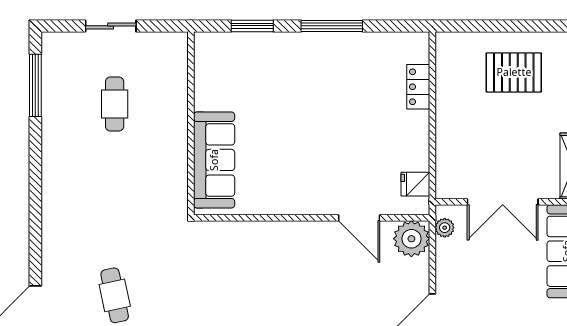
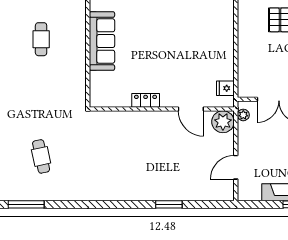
locker: (418, 87) -> (146, 100), moved, turned 90
sofa: (214, 160) -> (102, 41), moved

